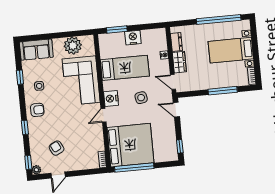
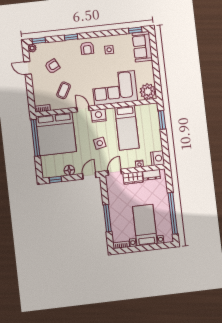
nightstand: (133, 38) -> (158, 158), moved
plant: (73, 46) -> (148, 92), moved
window: (20, 77) -> (135, 30), moved
floor lamp: (170, 131) -> (69, 170), added
coffee table: (83, 136) -> (64, 90), added

